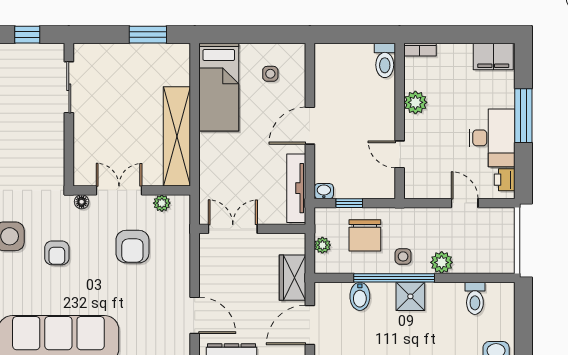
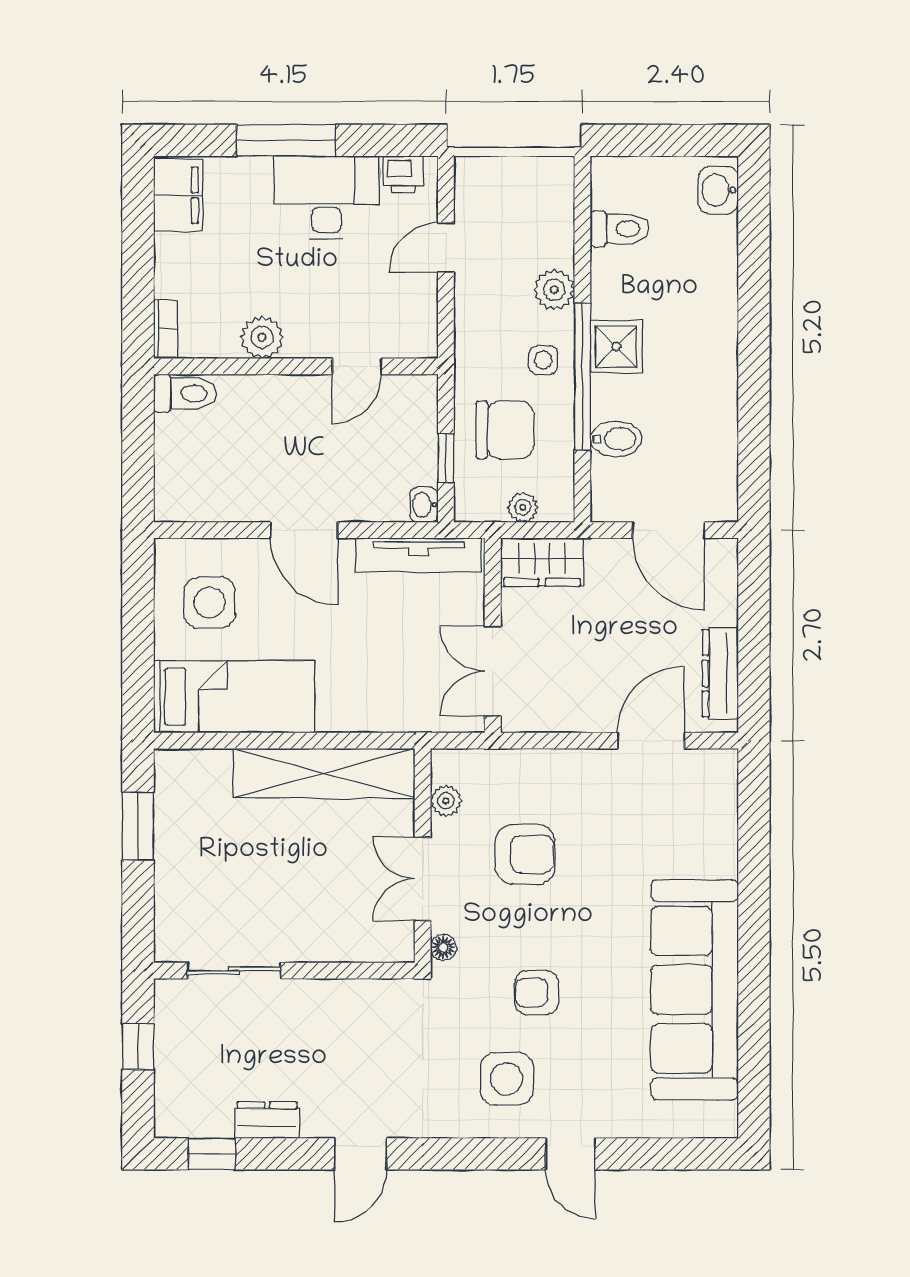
side table: (270, 74) -> (210, 603), width x1.87, depth x1.87
armchair: (57, 253) -> (537, 992), turned 180
wardrobe: (292, 278) -> (542, 562), moved

